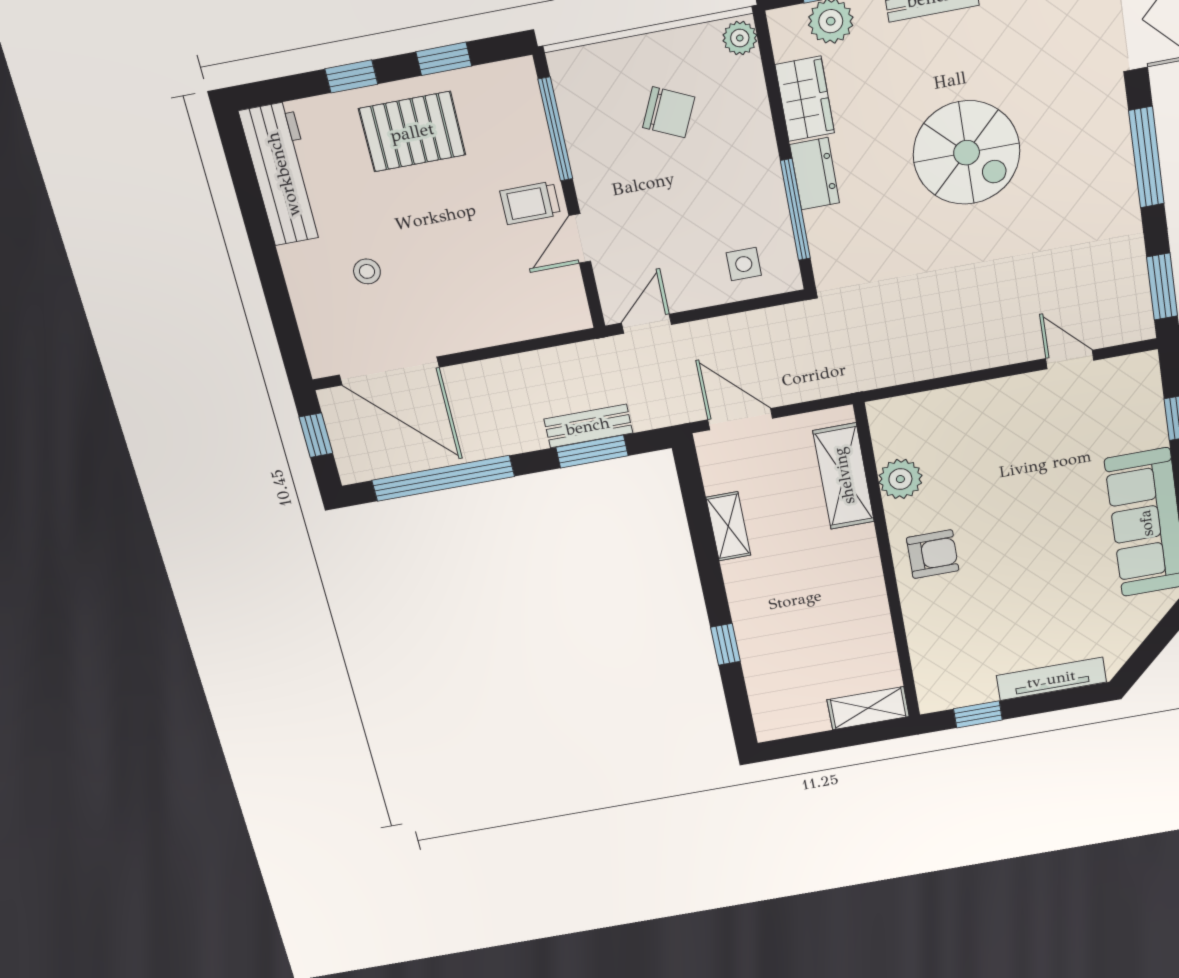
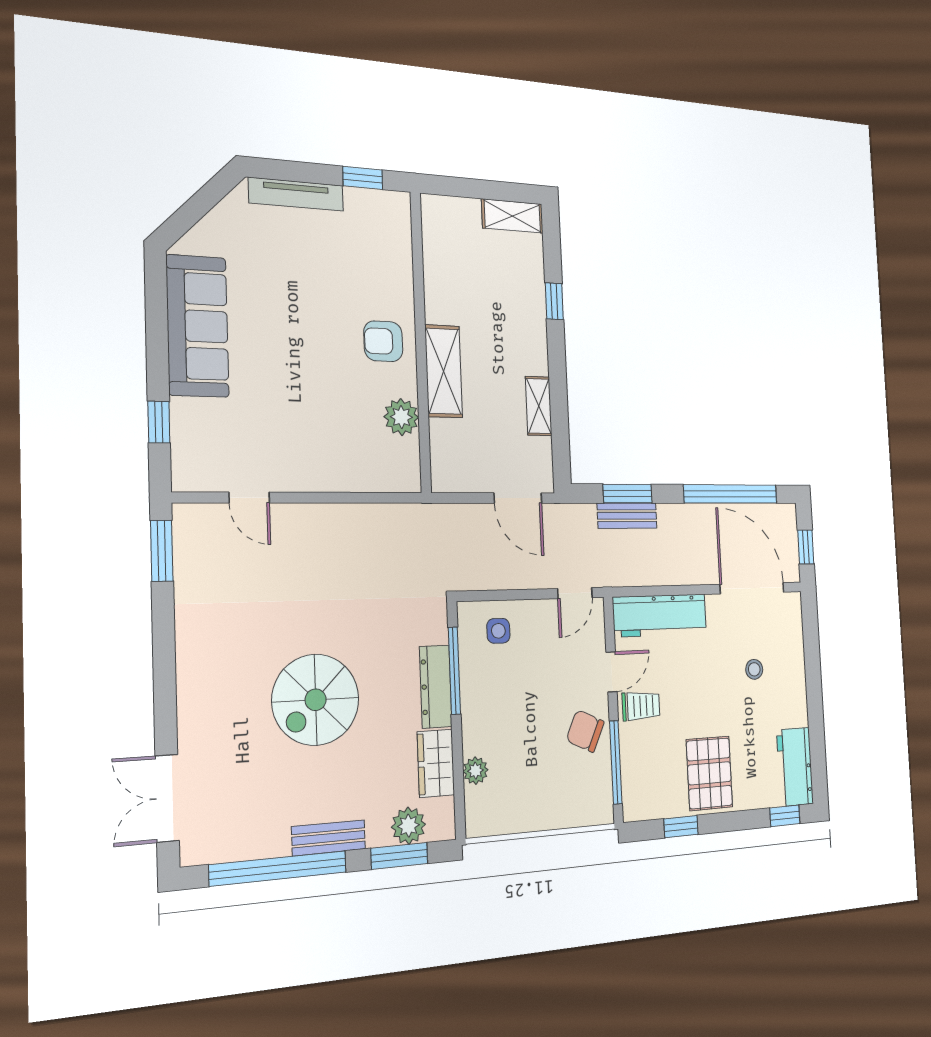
plant: (740, 38) -> (476, 771), moved
window: (351, 76) -> (785, 816), moved
chair: (669, 112) -> (585, 731), moved
pallet: (412, 132) -> (709, 773), turned 90
spiral stairs: (967, 153) -> (316, 700), turned -90
window: (1146, 157) -> (164, 674), removed
workbench: (283, 174) -> (795, 767), width x0.73
dresser: (815, 174) -> (436, 687), width x1.44
workbench: (521, 316) -> (660, 615), added
shelving: (844, 476) -> (444, 371), moved
shelving: (868, 708) -> (512, 216), moved

